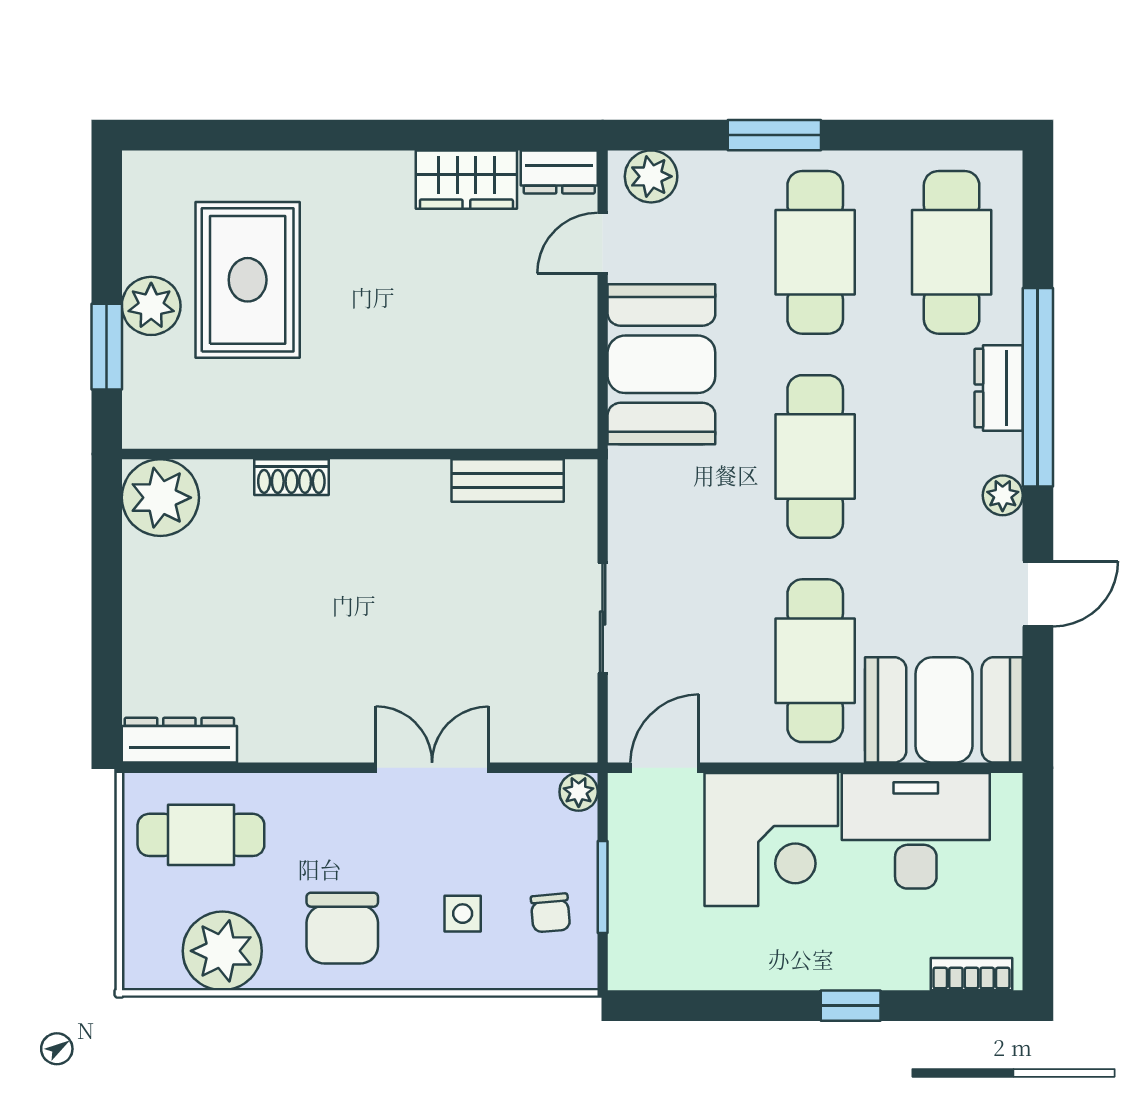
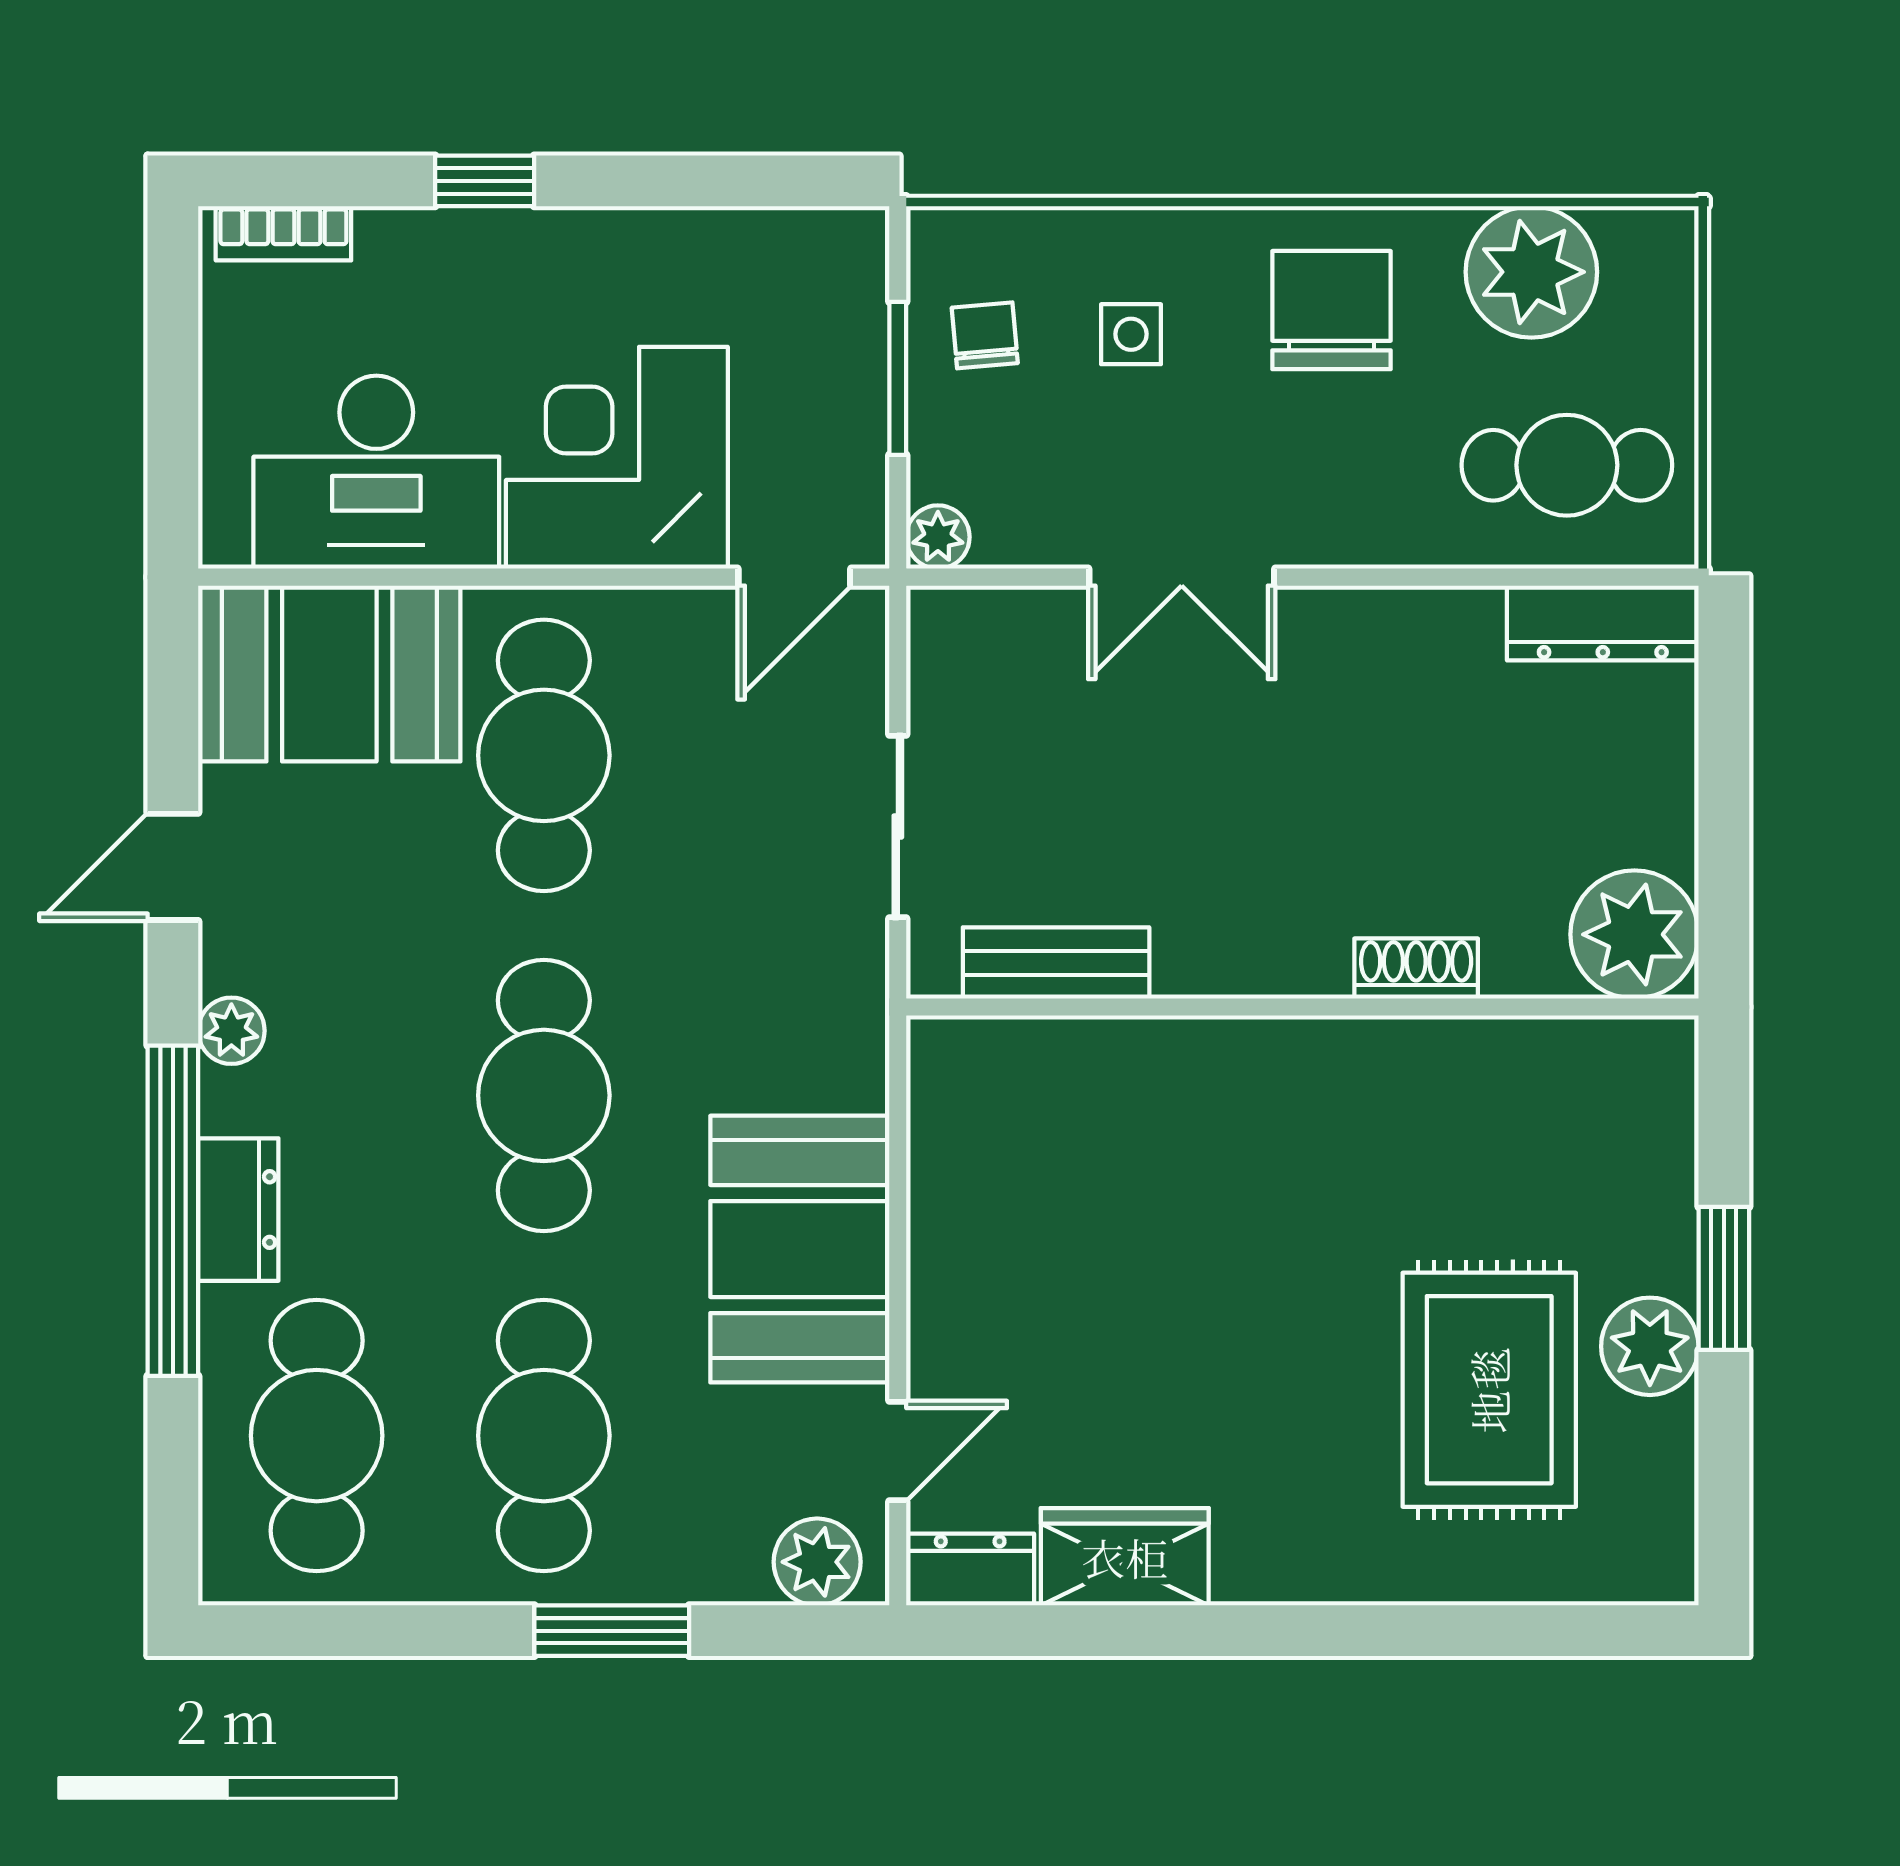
wall: (360, 454) -> (1302, 1007), moved
shoe rack: (291, 477) -> (1416, 969), moved
bench: (508, 480) -> (1056, 963), moved
plant: (160, 498) -> (1634, 934), moved

